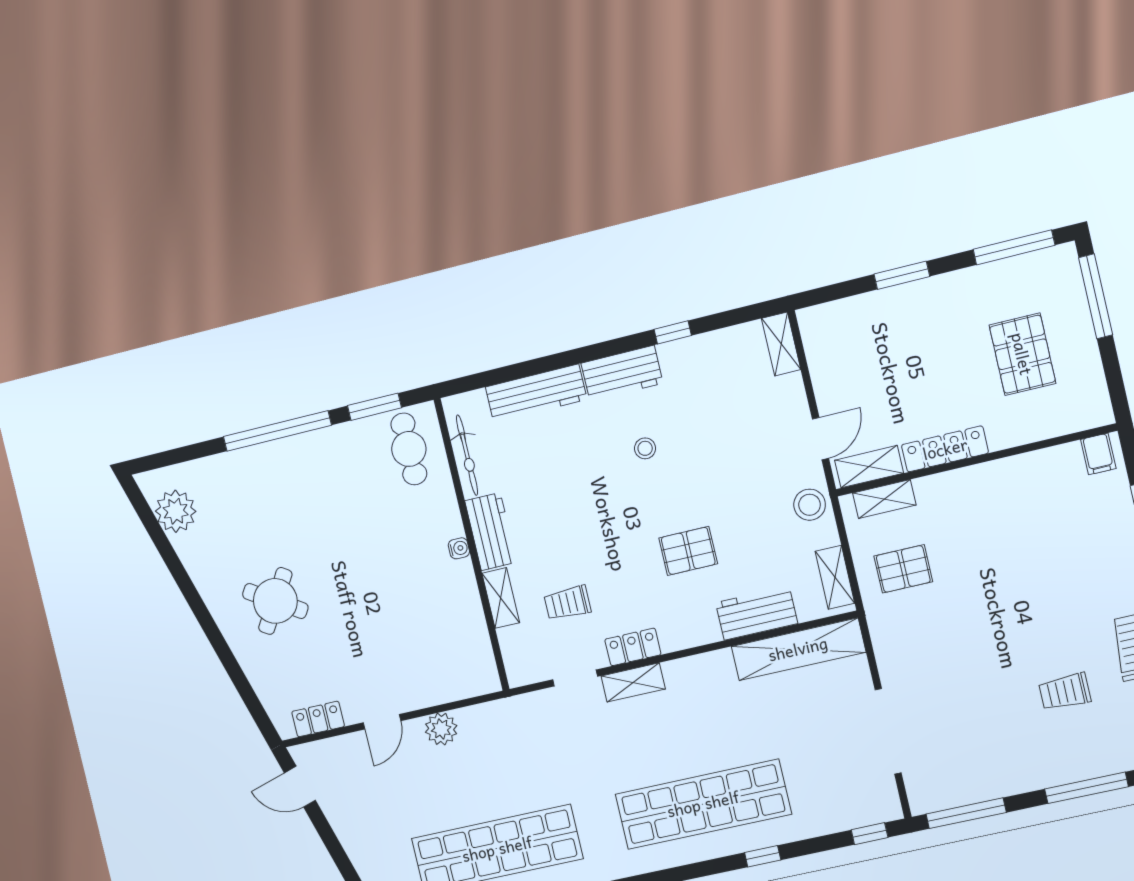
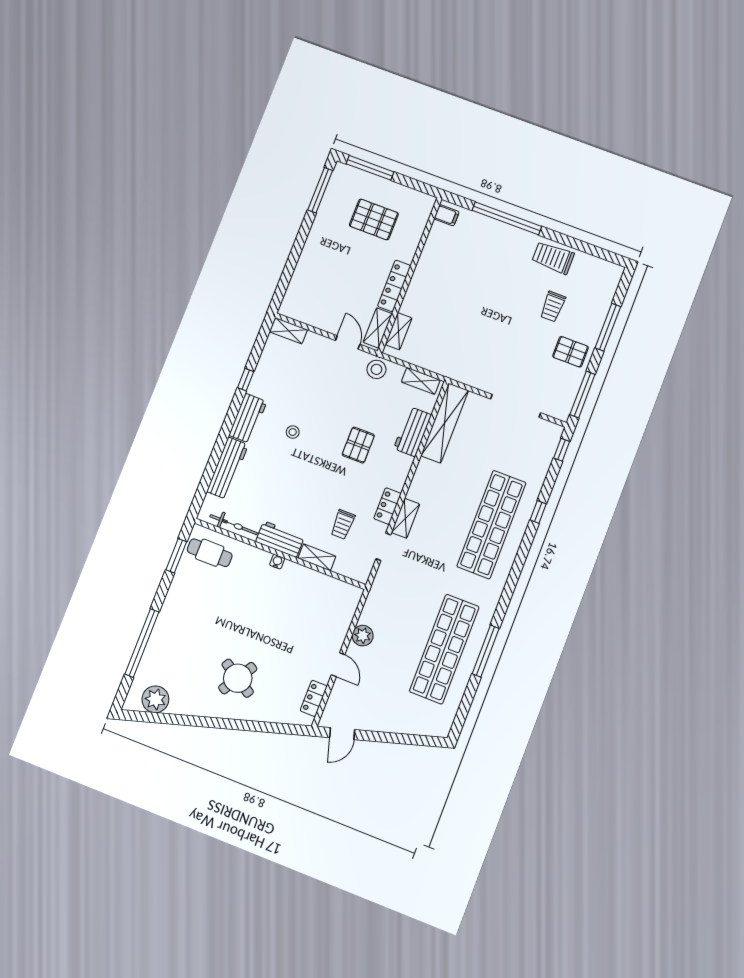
window: (902, 275) -> (296, 251), removed
window: (277, 431) -> (142, 643), moved
pallet: (903, 569) -> (570, 352), moved, turned 90

